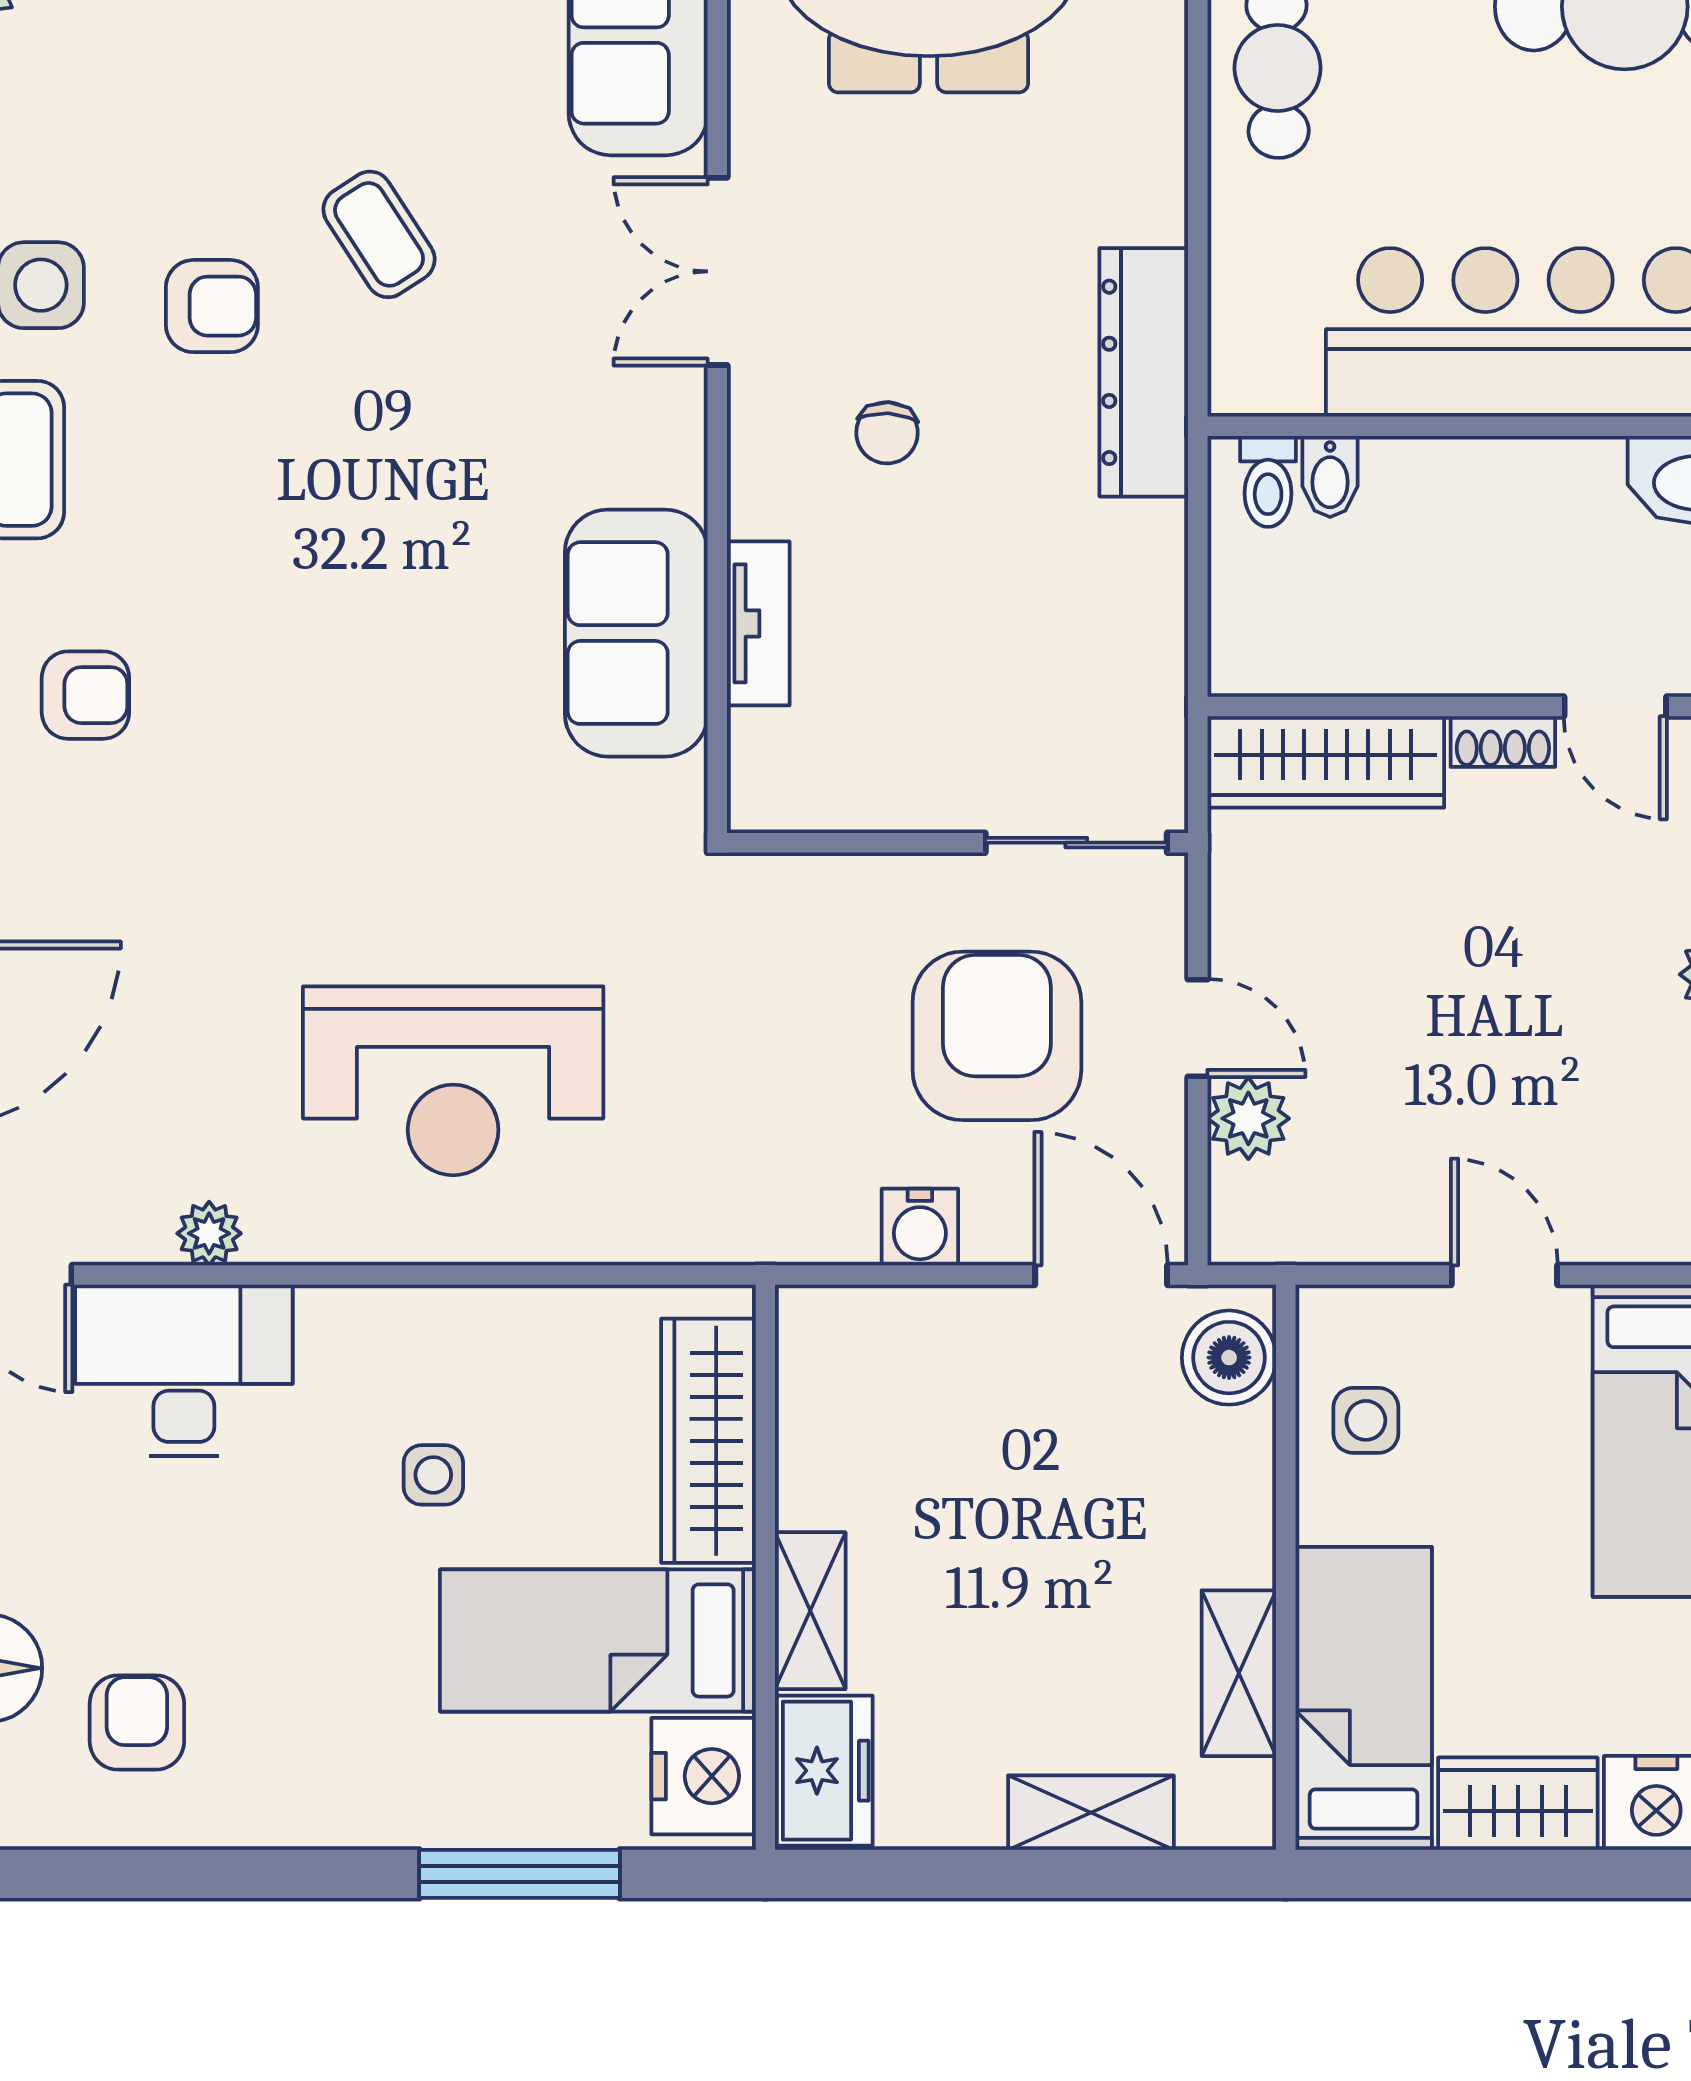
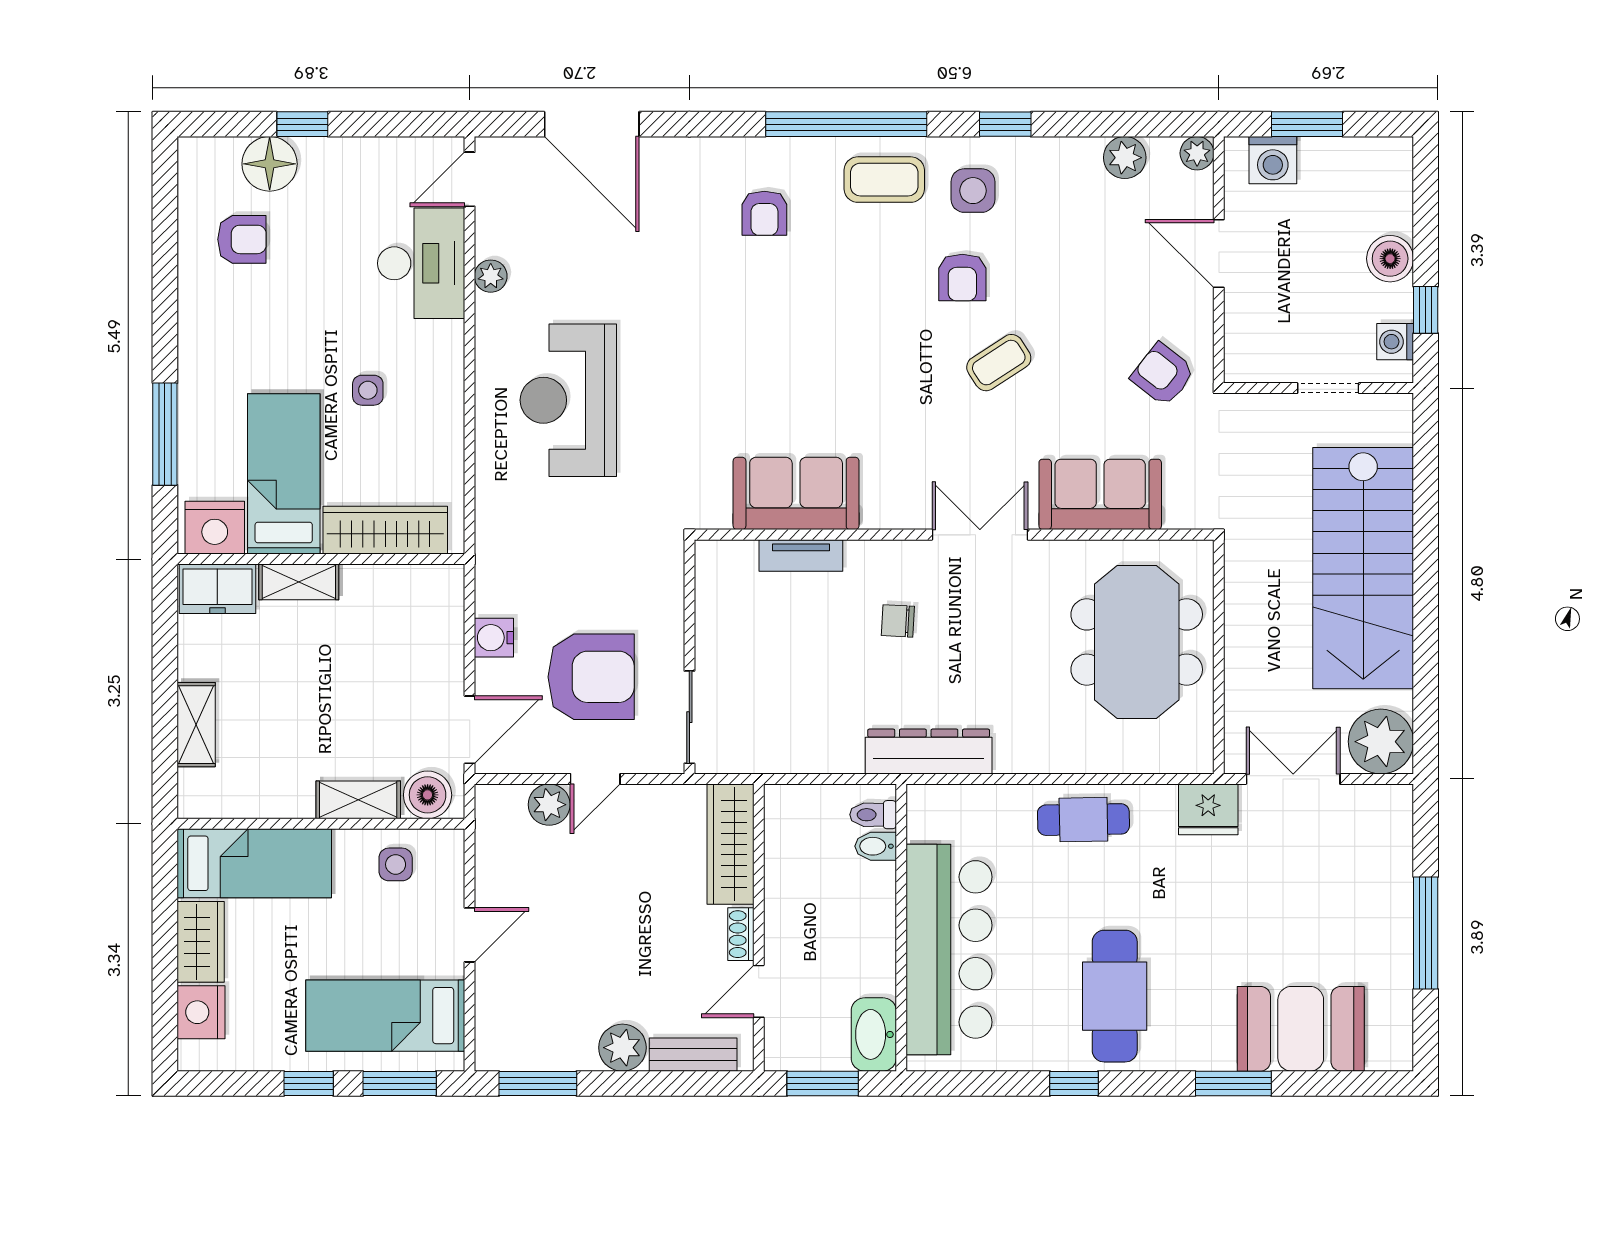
shelving: (1239, 1673) -> (358, 800), moved

